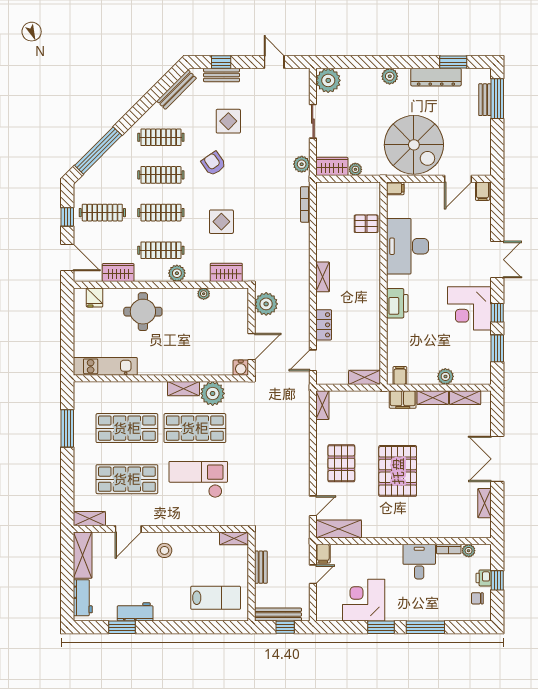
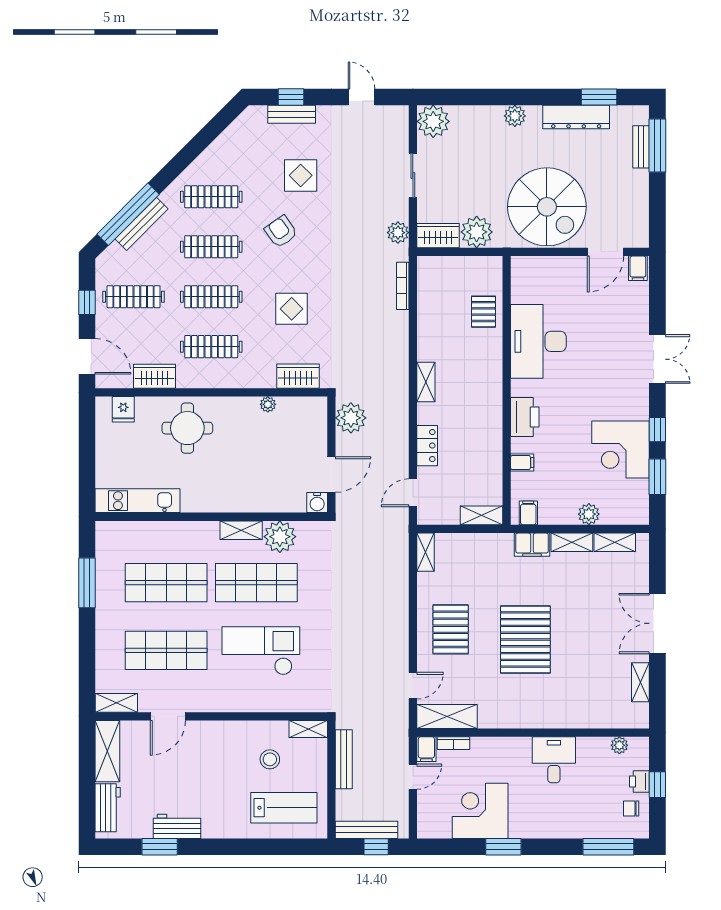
bench: (177, 90) -> (142, 224), moved
plant: (355, 169) -> (477, 232), width x1.88, depth x1.88
filing cabinet: (395, 188) -> (522, 463), moved
pallet: (366, 224) -> (483, 312), turned 90
plant: (177, 273) -> (232, 377), removed
corner desk: (469, 308) -> (620, 449), moved
bookcase: (449, 549) -> (454, 743), moved
stool: (164, 550) -> (270, 759), moved
bench: (261, 567) -> (344, 759), width x1.36
window: (425, 627) -> (608, 847), moved

